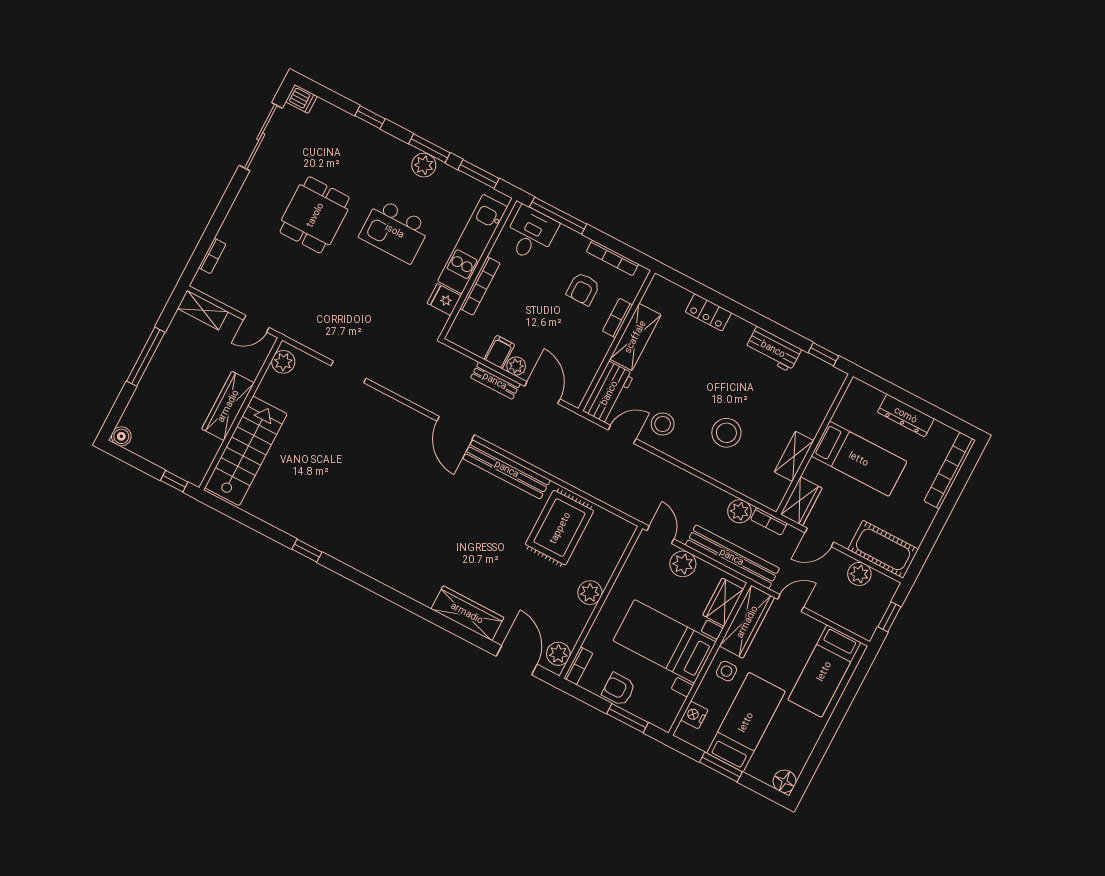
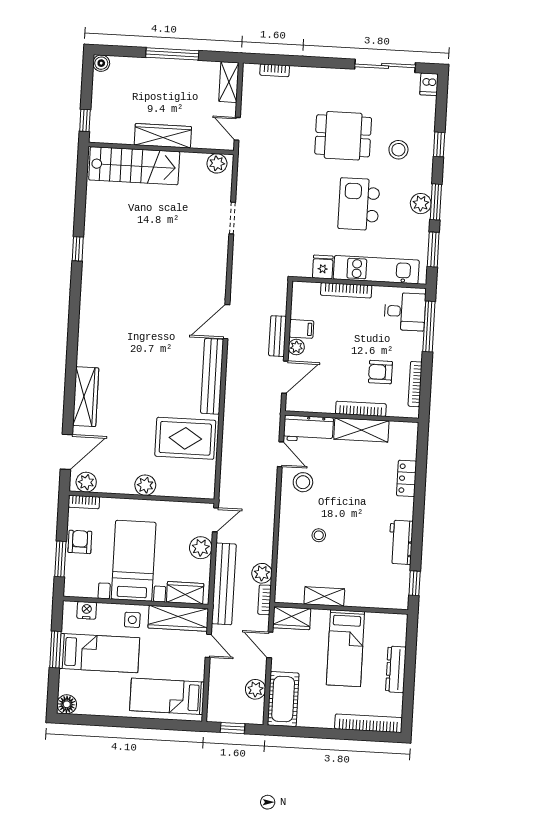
stool: (356, 163) -> (398, 150), added
bookcase: (618, 318) -> (361, 409), width x1.56
stool: (726, 433) -> (319, 535), width x0.53, depth x0.53

